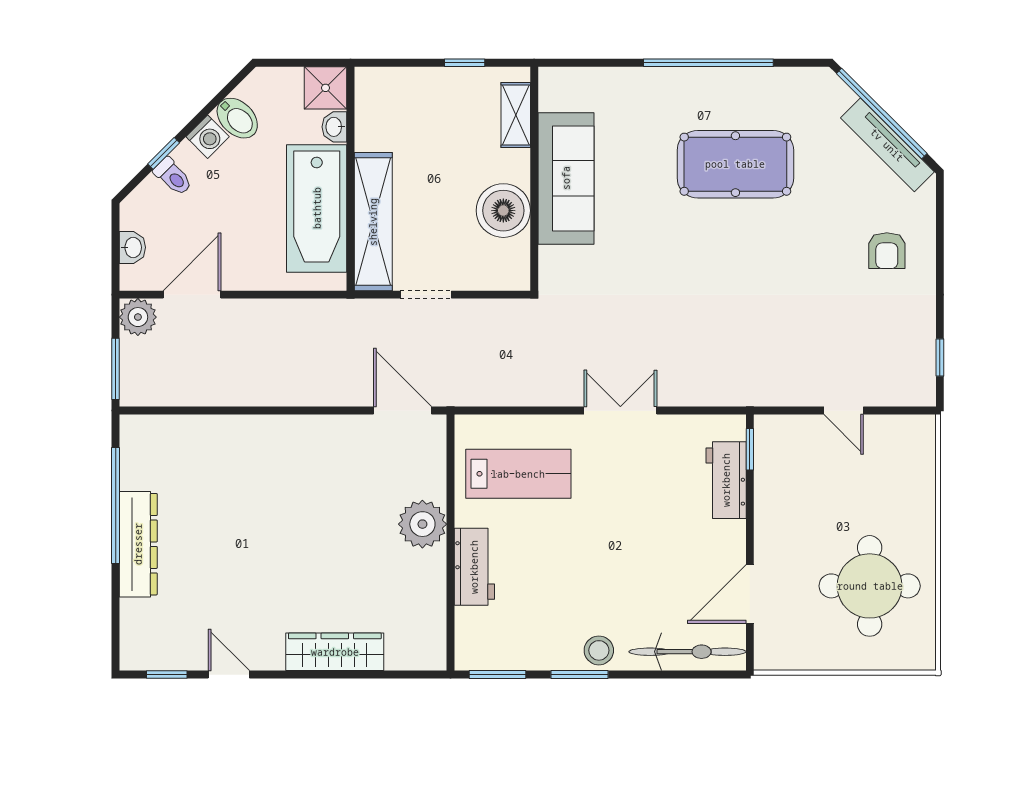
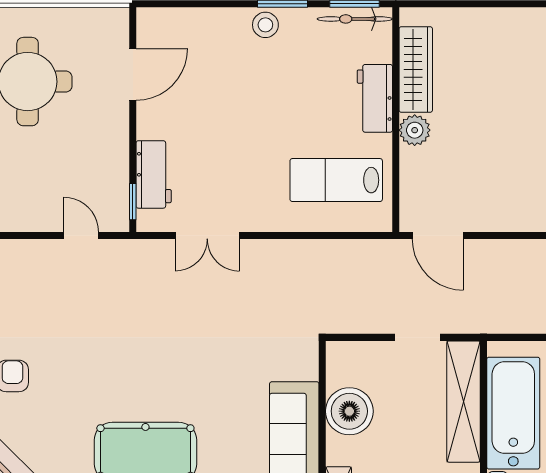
double door: (620, 411) -> (207, 236), moved
door: (844, 411) -> (81, 236), moved
plant: (422, 524) -> (415, 130), width x0.73, depth x0.73
wardrobe: (335, 652) -> (416, 69), moved, turned -90
bicycle: (687, 652) -> (355, 19), moved, width x0.73, depth x0.71

